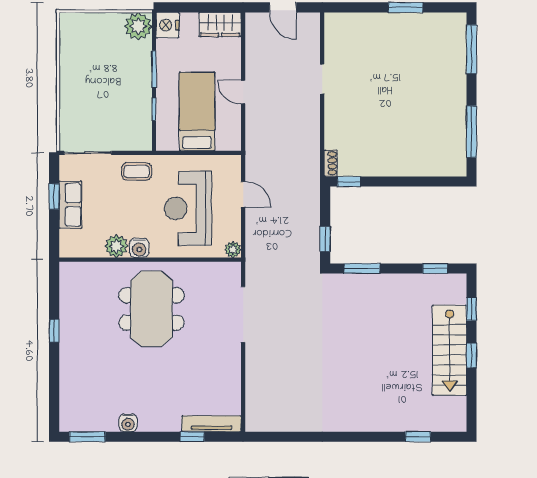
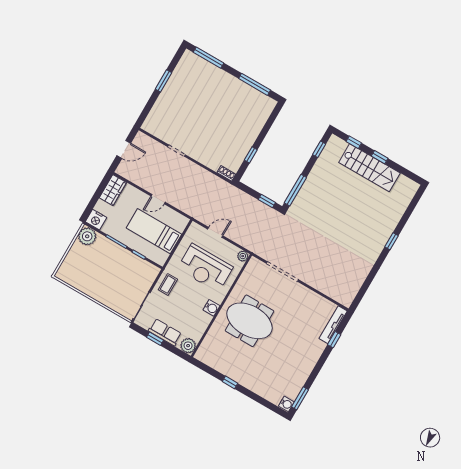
window: (349, 181) -> (251, 155), moved
plant: (116, 246) -> (188, 346), moved
window: (362, 269) -> (295, 190), width x1.44
water cooler: (128, 423) -> (286, 404), moved
window: (418, 437) -> (391, 241), moved

